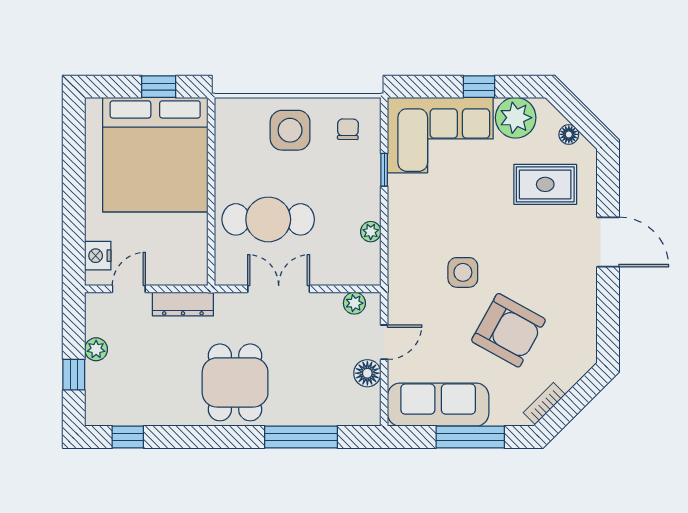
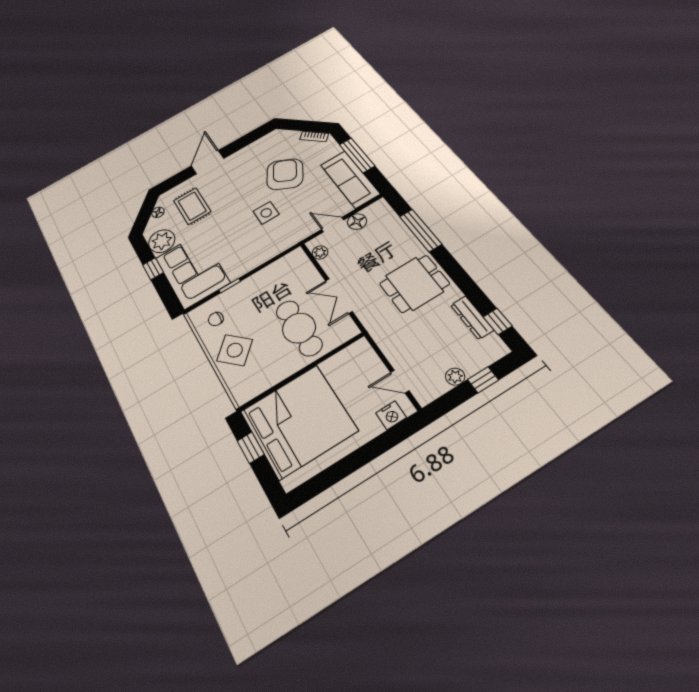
side table: (290, 130) -> (235, 350), turned 45
plant: (371, 232) -> (271, 270), removed
dresser: (183, 304) -> (472, 317), moved, turned 180

